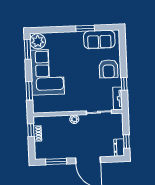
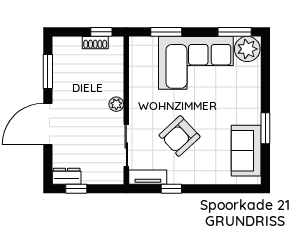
armchair: (108, 69) -> (180, 136), moved, turned -43

